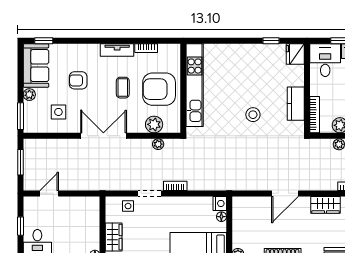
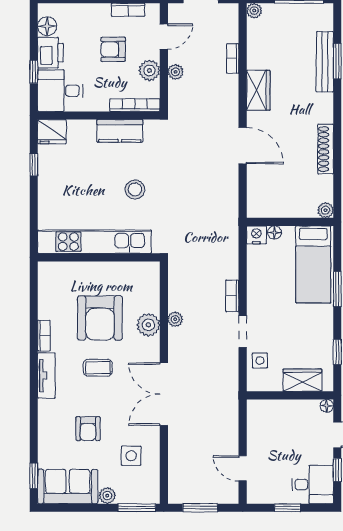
kitchen unit: (195, 85) -> (94, 242), moved
wall: (183, 88) -> (99, 257), moved

